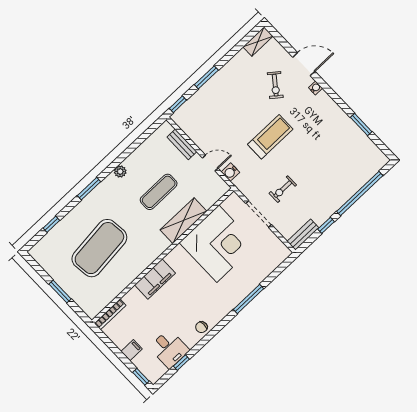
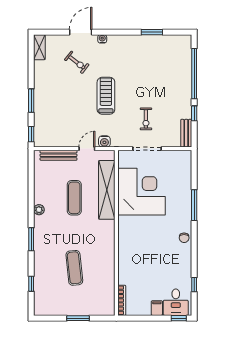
bench: (182, 144) -> (58, 155), width x1.36
shelving: (183, 221) -> (107, 190), width x1.47
exercise mat: (99, 248) -> (74, 268), width x0.50, depth x0.69
filing cabinet: (155, 279) -> (126, 252), removed
chair: (201, 327) -> (184, 238), moved
desk: (169, 349) -> (176, 302), moved, turned 90

